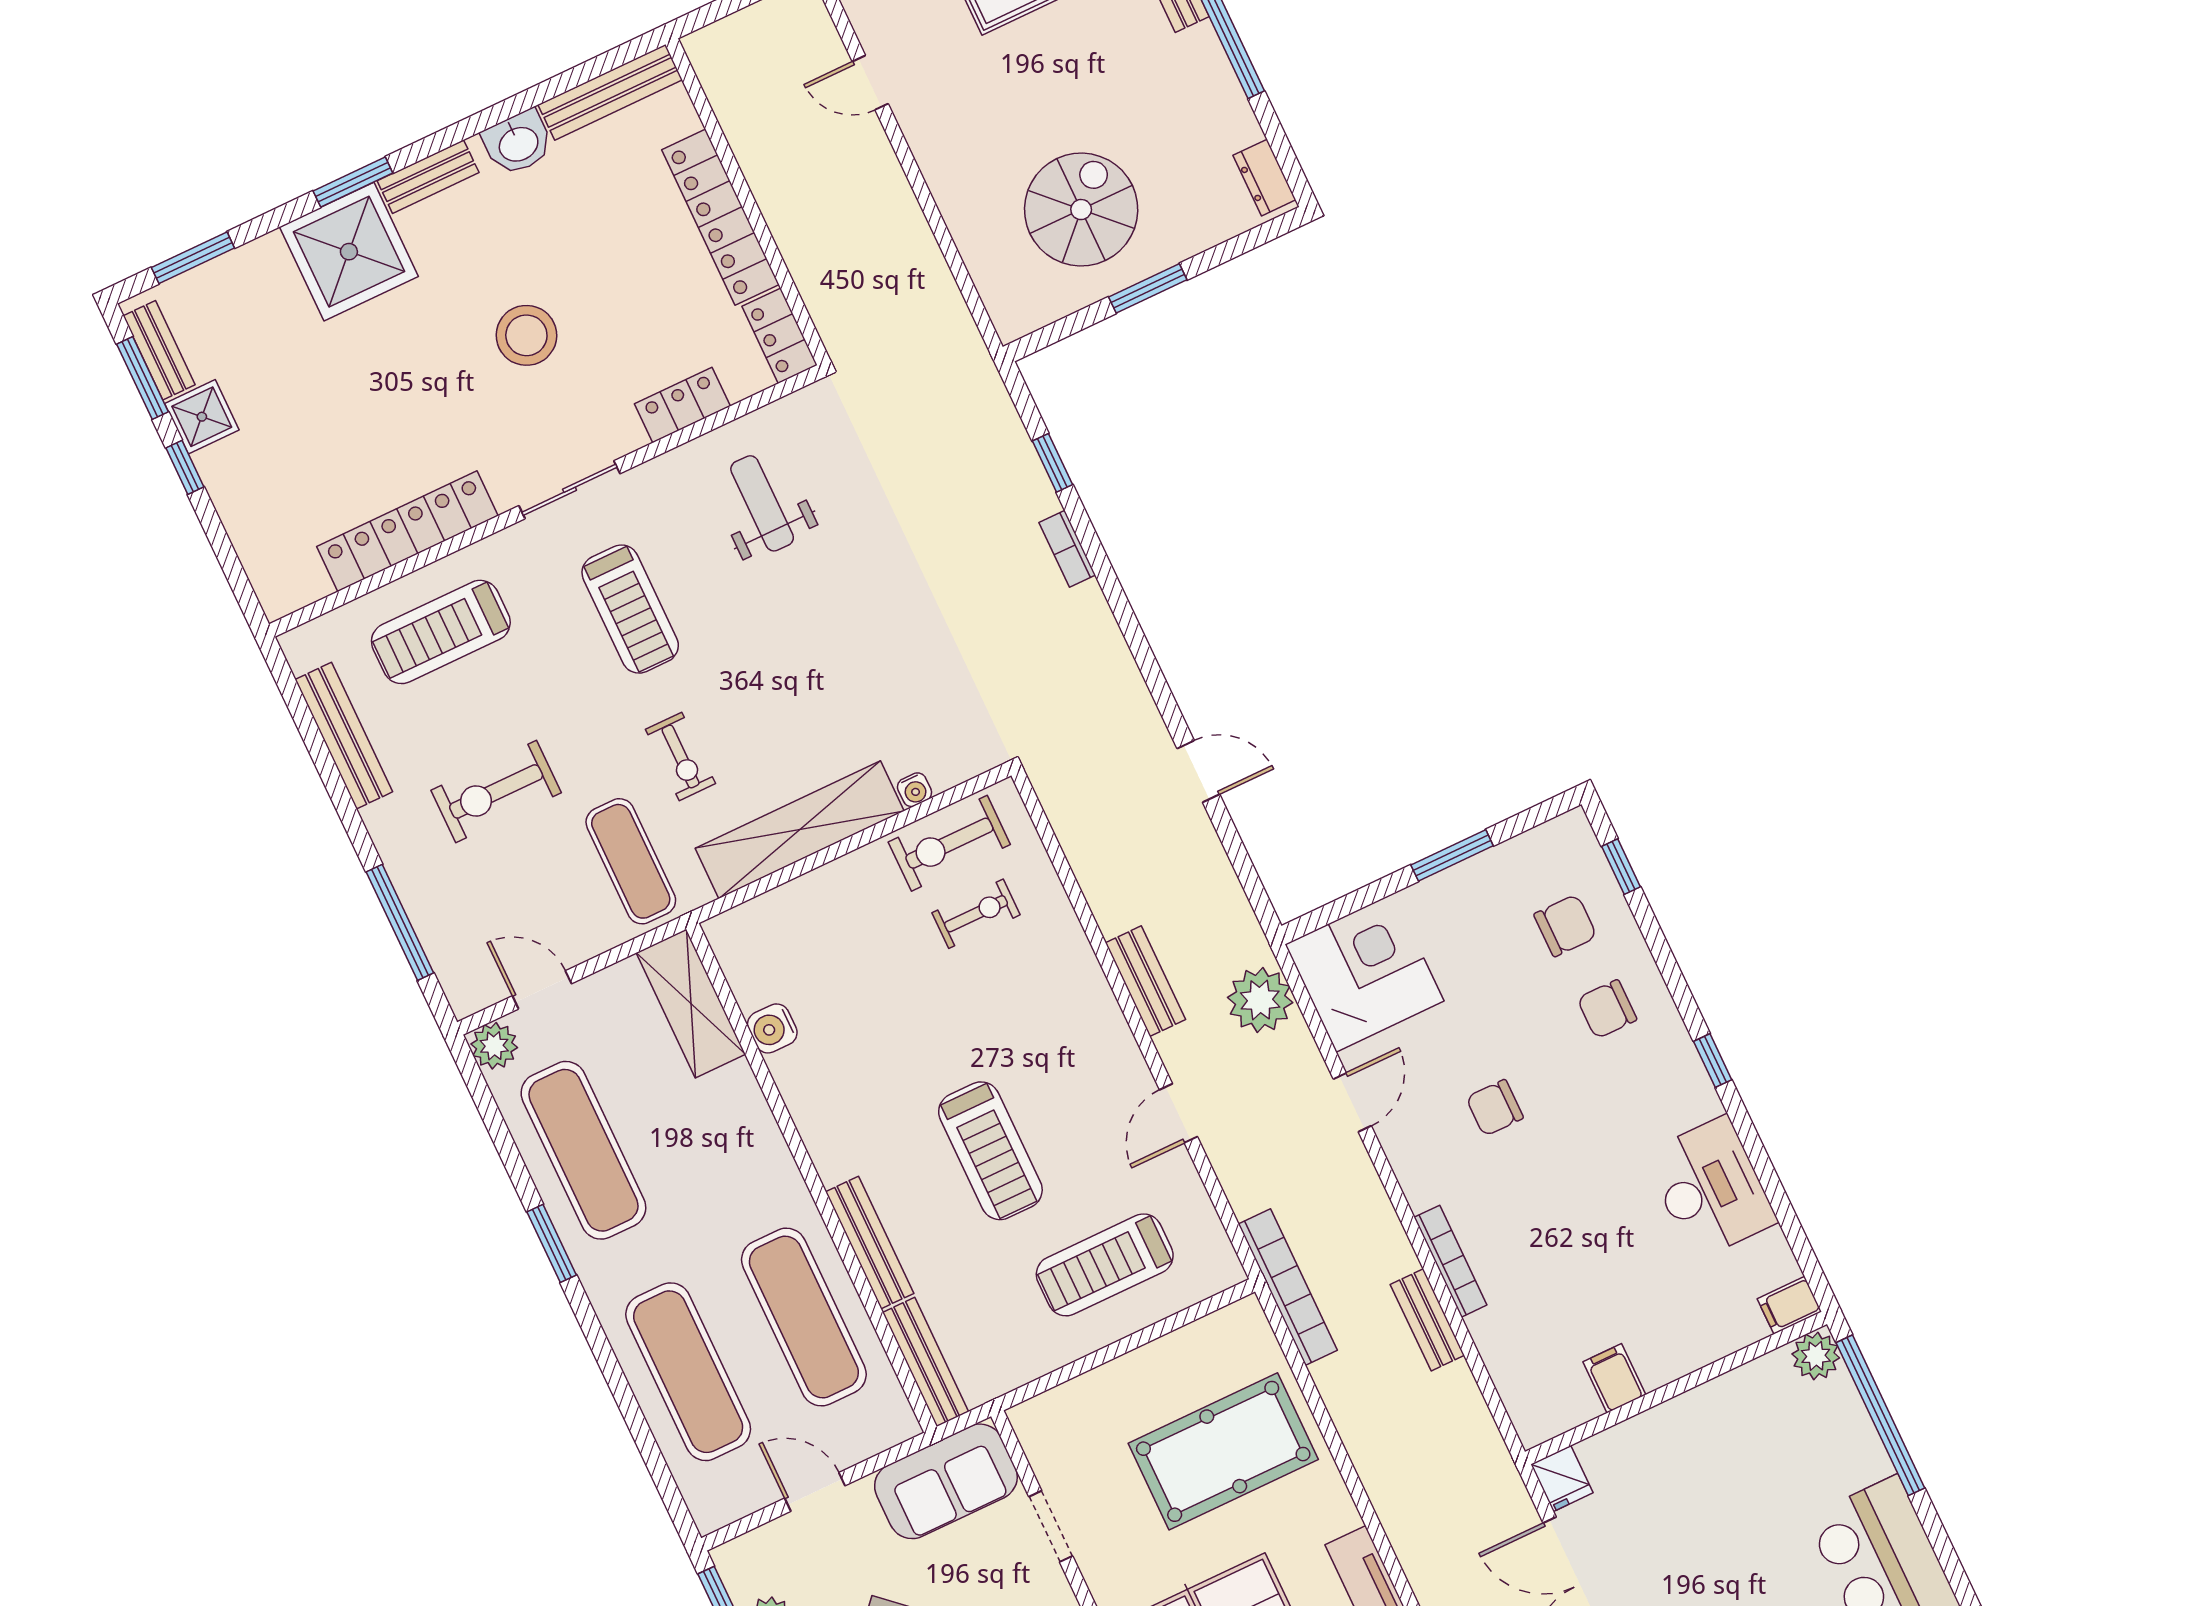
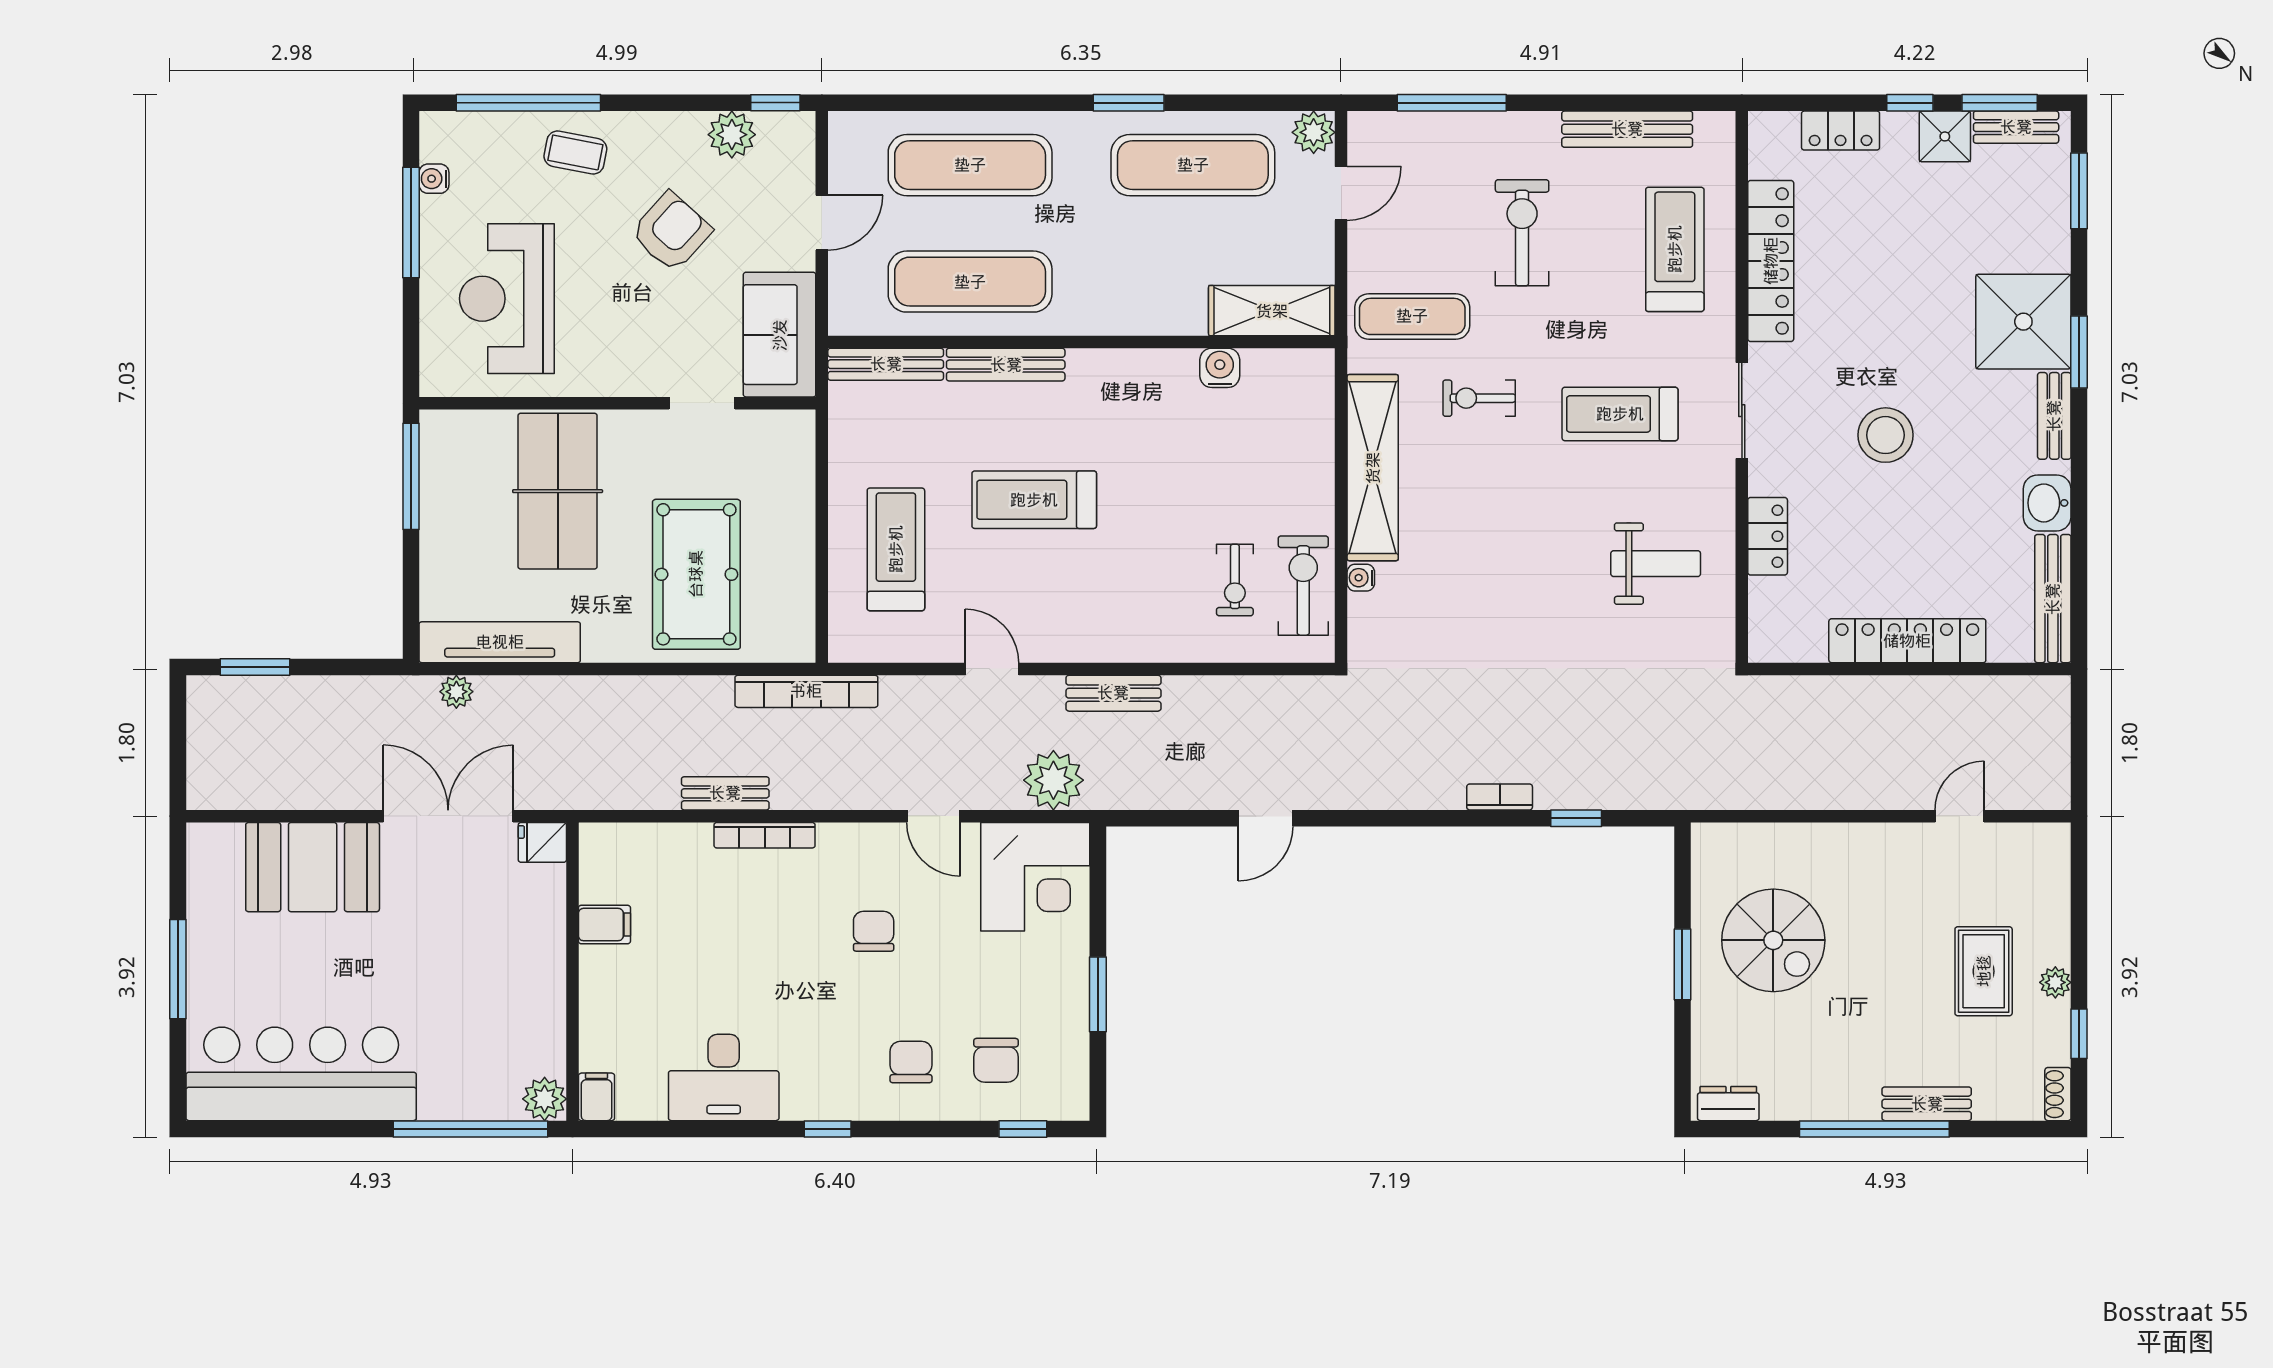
locker: (780, 336) -> (1841, 131), moved, turned 180

